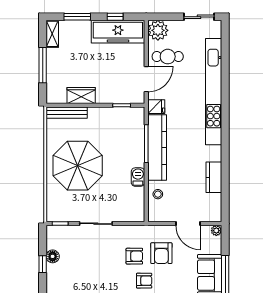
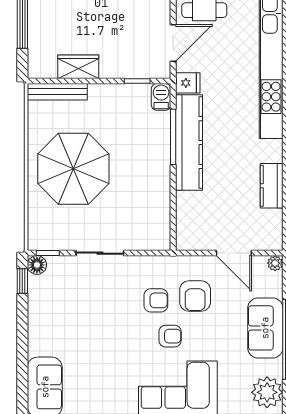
barbecue: (138, 177) -> (161, 97), moved
stool: (158, 194) -> (190, 210), removed
floor lamp: (53, 256) -> (37, 265), moved
window: (43, 264) -> (22, 281), moved

